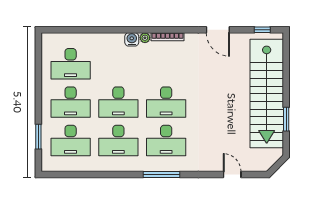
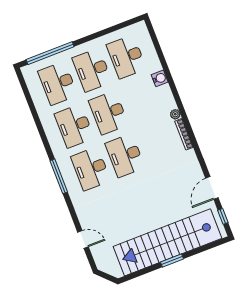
door: (218, 30) -> (212, 188), moved
water cooler: (132, 39) -> (160, 78), moved
window: (286, 119) -> (172, 261), moved
window: (38, 137) -> (50, 53), width x2.11
door: (232, 174) -> (83, 239), hinge flipped

